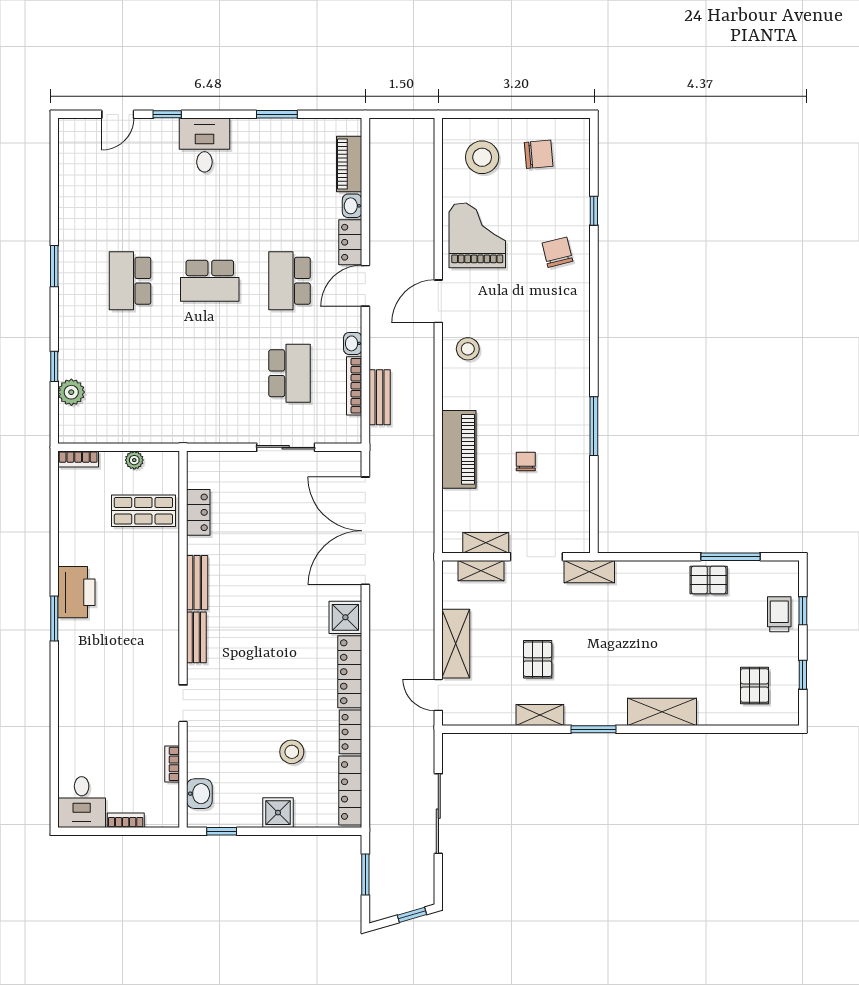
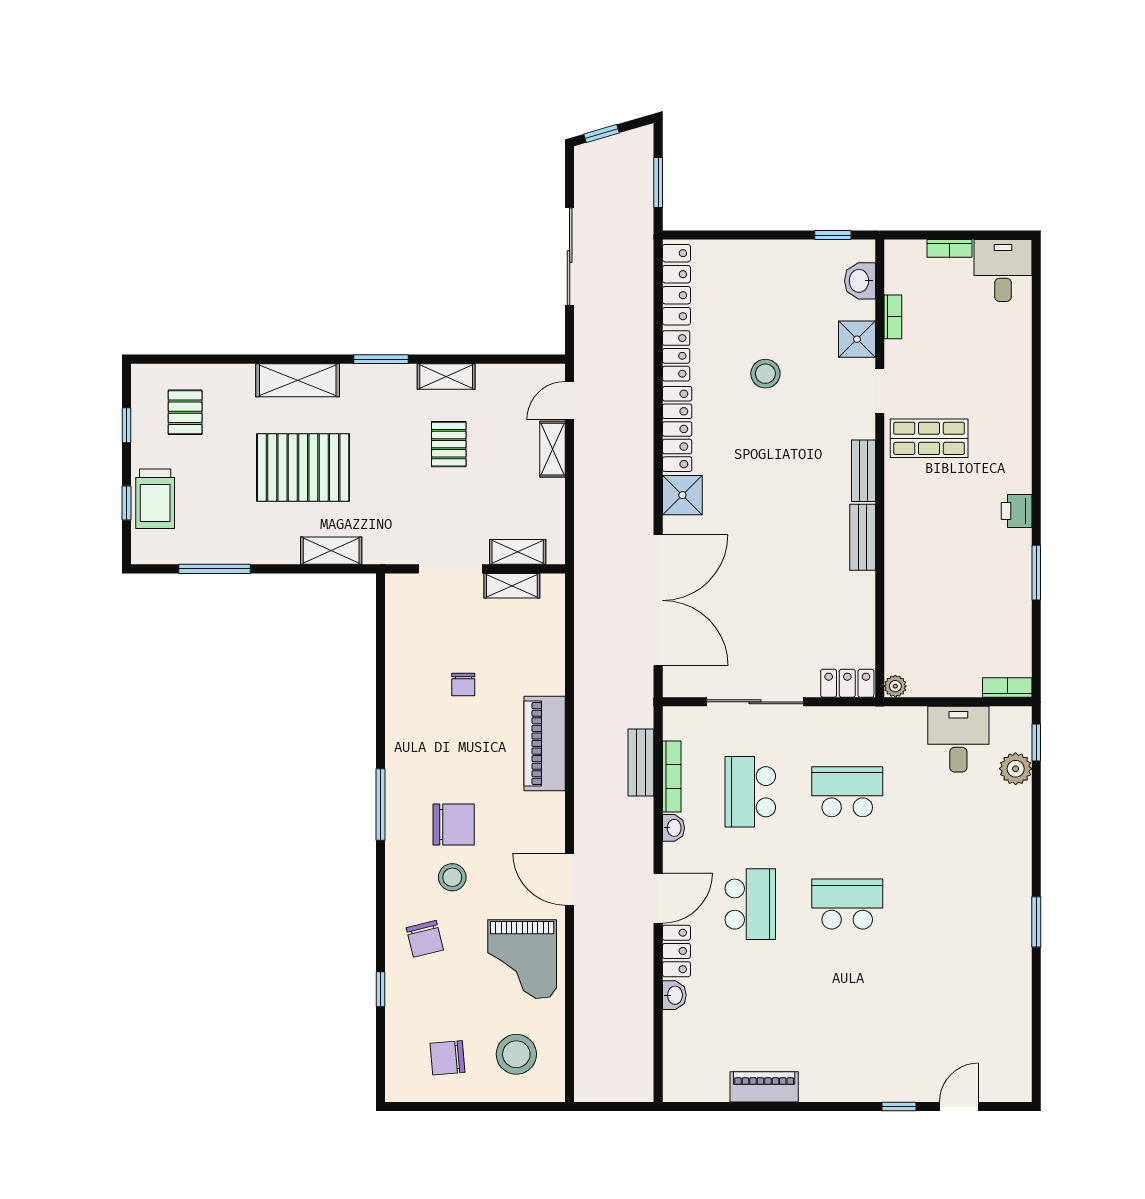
window: (277, 114) -> (766, 1106), removed
desk: (204, 145) -> (958, 739), moved, turned 180
piano: (349, 164) -> (764, 1087), moved, turned -90
school desk: (130, 281) -> (847, 792), moved, turned -90
door: (438, 301) -> (570, 879), swing flipped
chair: (534, 346) -> (454, 825), added
stool: (468, 349) -> (452, 877), moved
window: (54, 366) -> (1036, 743), moved
window: (594, 426) -> (380, 805), moved
sliding door: (286, 447) -> (755, 702), width x1.37
piano: (459, 449) -> (545, 744), moved
plant: (134, 460) -> (895, 686), moved
shop shelf: (143, 511) -> (929, 438), moved
locker: (198, 512) -> (847, 683), moved, turned 90
shelving: (589, 572) -> (331, 551), moved
pallet: (709, 580) -> (303, 468), moved, width x2.05, depth x2.00
printer: (76, 592) -> (1017, 511), width x0.53, depth x0.68
trolley: (779, 614) -> (155, 499), width x1.36, depth x1.39
window: (54, 619) -> (1036, 573), moved
shelving: (456, 644) -> (552, 449), width x0.67, depth x0.75
door: (438, 695) -> (570, 401), swing flipped
stool: (292, 752) -> (765, 374), moved
shower: (278, 813) -> (857, 339), moved

